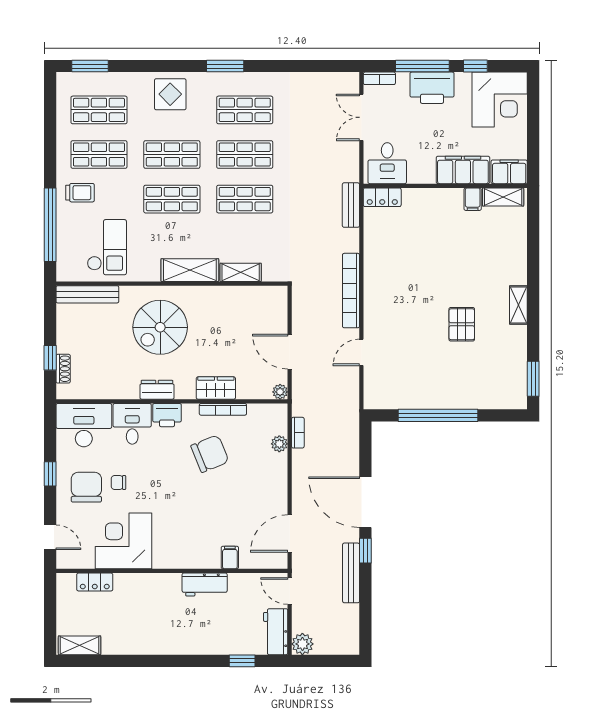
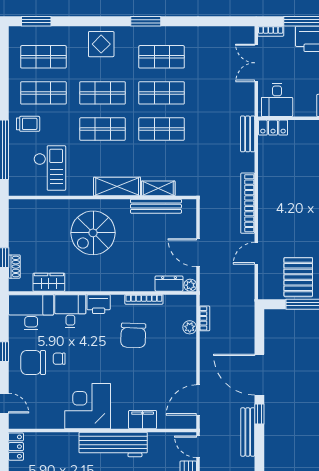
bench: (87, 294) -> (156, 206), moved
pallet: (413, 382) -> (298, 277), added
wardrobe: (216, 388) -> (49, 282), moved
dresser: (157, 390) -> (169, 284), moved
chair: (210, 454) -> (133, 335), turned 114
chair: (86, 487) -> (33, 362), turned -90
corner desk: (123, 541) -> (88, 406), moved
filing cabinet: (230, 558) -> (143, 420), width x2.00
locker: (95, 582) -> (16, 447), moved, turned -90
workbench: (205, 585) -> (113, 444), width x1.88, depth x1.32

